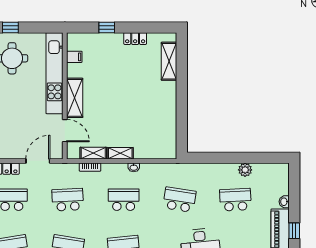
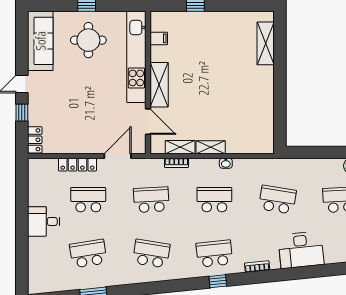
locker: (135, 39) -> (227, 18), removed

